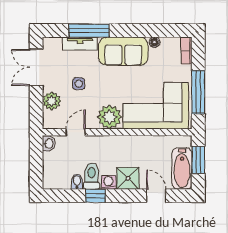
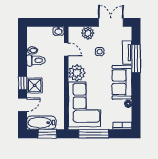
washing machine: (109, 182) -> (32, 72), removed
window: (95, 196) -> (23, 83), moved

